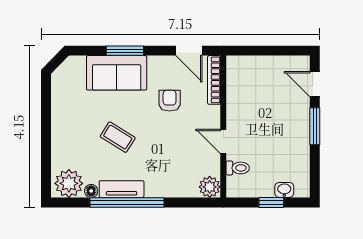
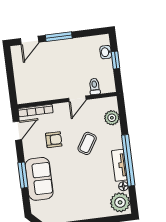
armchair: (170, 101) -> (54, 140), turned 180
coffee table: (118, 137) -> (87, 143), moved
plant: (210, 187) -> (112, 118), moved

